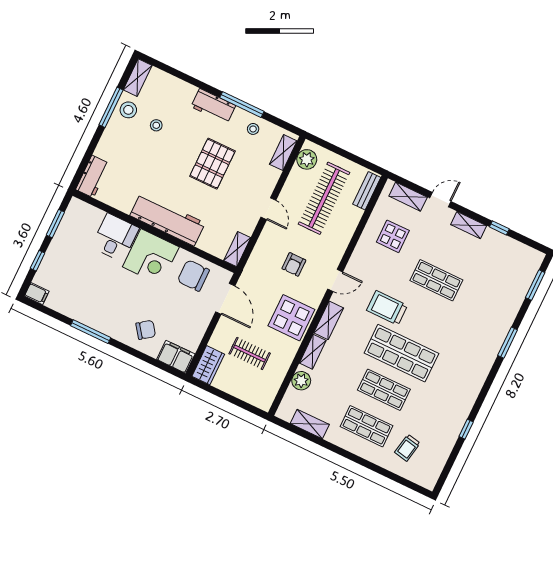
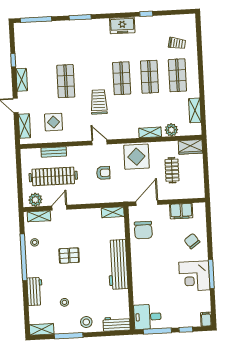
window: (242, 105) -> (24, 257), width x1.46
workbench: (213, 106) -> (35, 292), moved
stool: (128, 110) -> (86, 322), moved
pallet: (212, 164) -> (69, 256), width x0.67, depth x0.71
bench: (367, 191) -> (54, 152), moved
door: (268, 209) -> (59, 208), moved
window: (55, 224) -> (157, 331), width x1.44
desk: (115, 237) -> (147, 317), moved
corner desk: (151, 257) -> (194, 276), moved, turned 180
window: (535, 285) -> (36, 20), width x1.44
trolley: (387, 308) -> (99, 102), turned 180
shelving: (329, 320) -> (126, 133), removed
shop shelf: (401, 353) -> (122, 78), width x0.70, depth x0.74
filing cabinet: (176, 357) -> (181, 211), moved, turned -90
wardrobe: (208, 365) -> (190, 147), moved, turned 180
freezer: (468, 391) -> (122, 25), added

